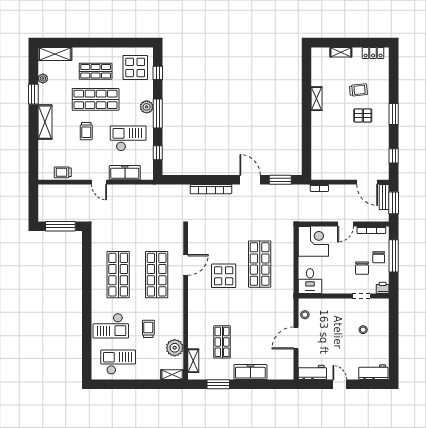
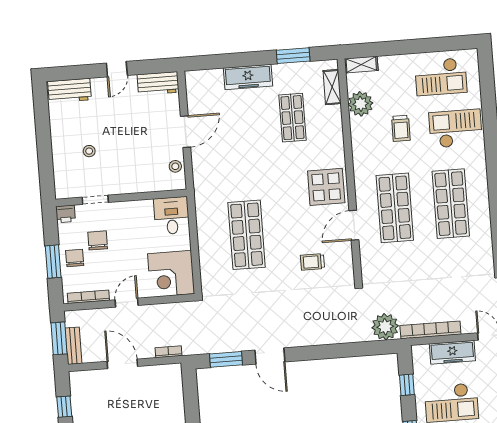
door: (367, 182) -> (122, 364), moved
bookcase: (211, 189) -> (430, 330), moved
plant: (170, 194) -> (385, 327), added
trolley: (216, 242) -> (312, 262), added
window: (394, 256) -> (53, 262), width x0.69
display table: (224, 276) -> (326, 187), moved
door: (340, 384) -> (117, 69), hinge flipped

